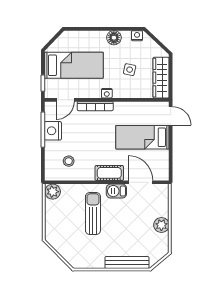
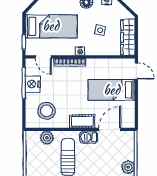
door: (65, 100) -> (43, 57), hinge flipped
stool: (69, 161) -> (47, 111), width x1.89, depth x1.89
door: (141, 182) -> (110, 129), hinge flipped
plant: (53, 192) -> (47, 138), moved

